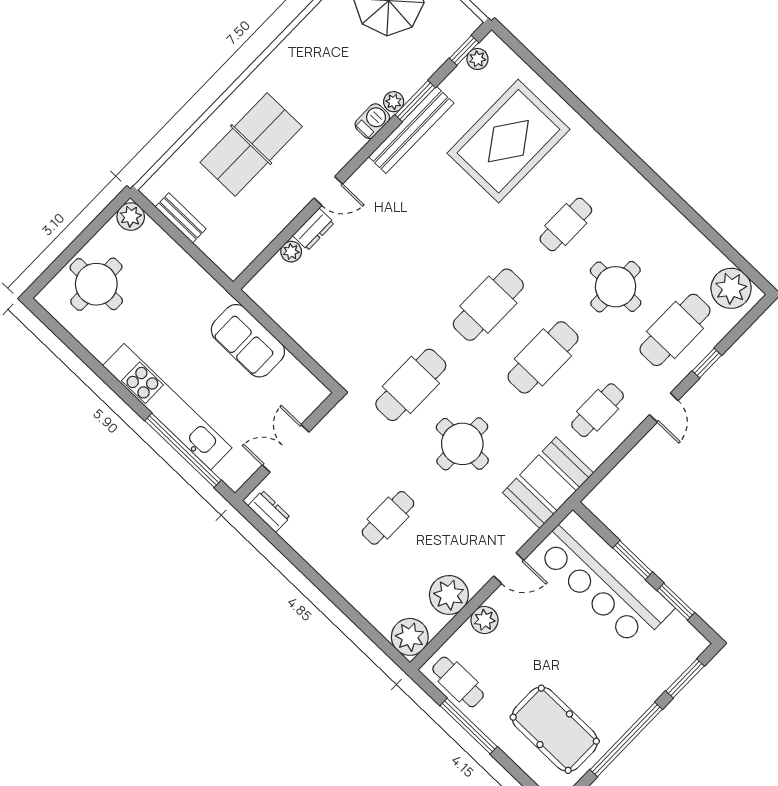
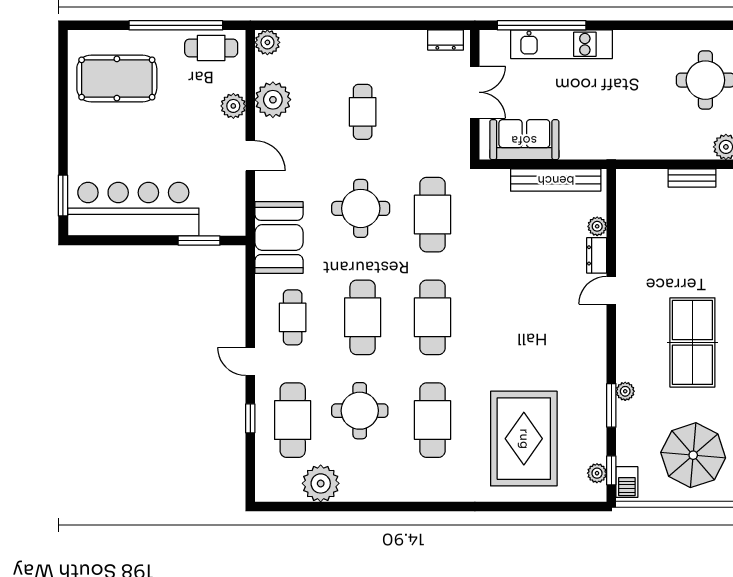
barbecue: (372, 121) -> (627, 482), moved
bench: (411, 130) -> (556, 180), moved, turned 90
table tennis table: (251, 145) -> (692, 342), moved
cafe table: (566, 224) -> (433, 420), width x1.37, depth x1.35
plant: (731, 288) -> (321, 483), moved
sofa: (248, 341) -> (524, 140), moved
kitchen unit: (167, 407) -> (561, 44), width x0.73
window: (633, 560) -> (199, 241), moved
door: (509, 568) -> (250, 156), swing flipped
bar counter: (604, 580) -> (133, 209), moved
window: (676, 602) -> (118, 241), removed
plant: (410, 637) -> (267, 42), width x0.73, depth x0.73
window: (469, 726) -> (176, 25), width x1.46
window: (626, 739) -> (63, 117), removed

